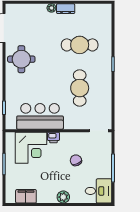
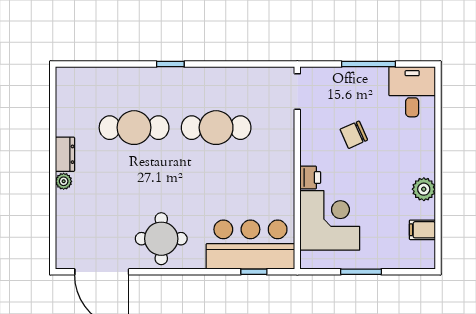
cafe table: (80, 45) -> (134, 128), turned 90
bar counter: (40, 116) -> (250, 245), moved, turned 90
filing cabinet: (26, 196) -> (422, 230), width x0.50
plant: (63, 197) -> (424, 189), moved

